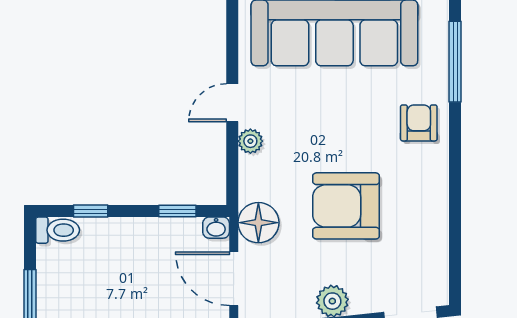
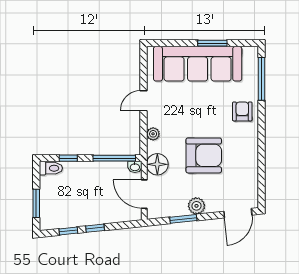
plant: (250, 141) -> (153, 134), moved
armchair: (346, 206) -> (204, 155), turned 180
window: (177, 211) -> (114, 158), width x2.17

